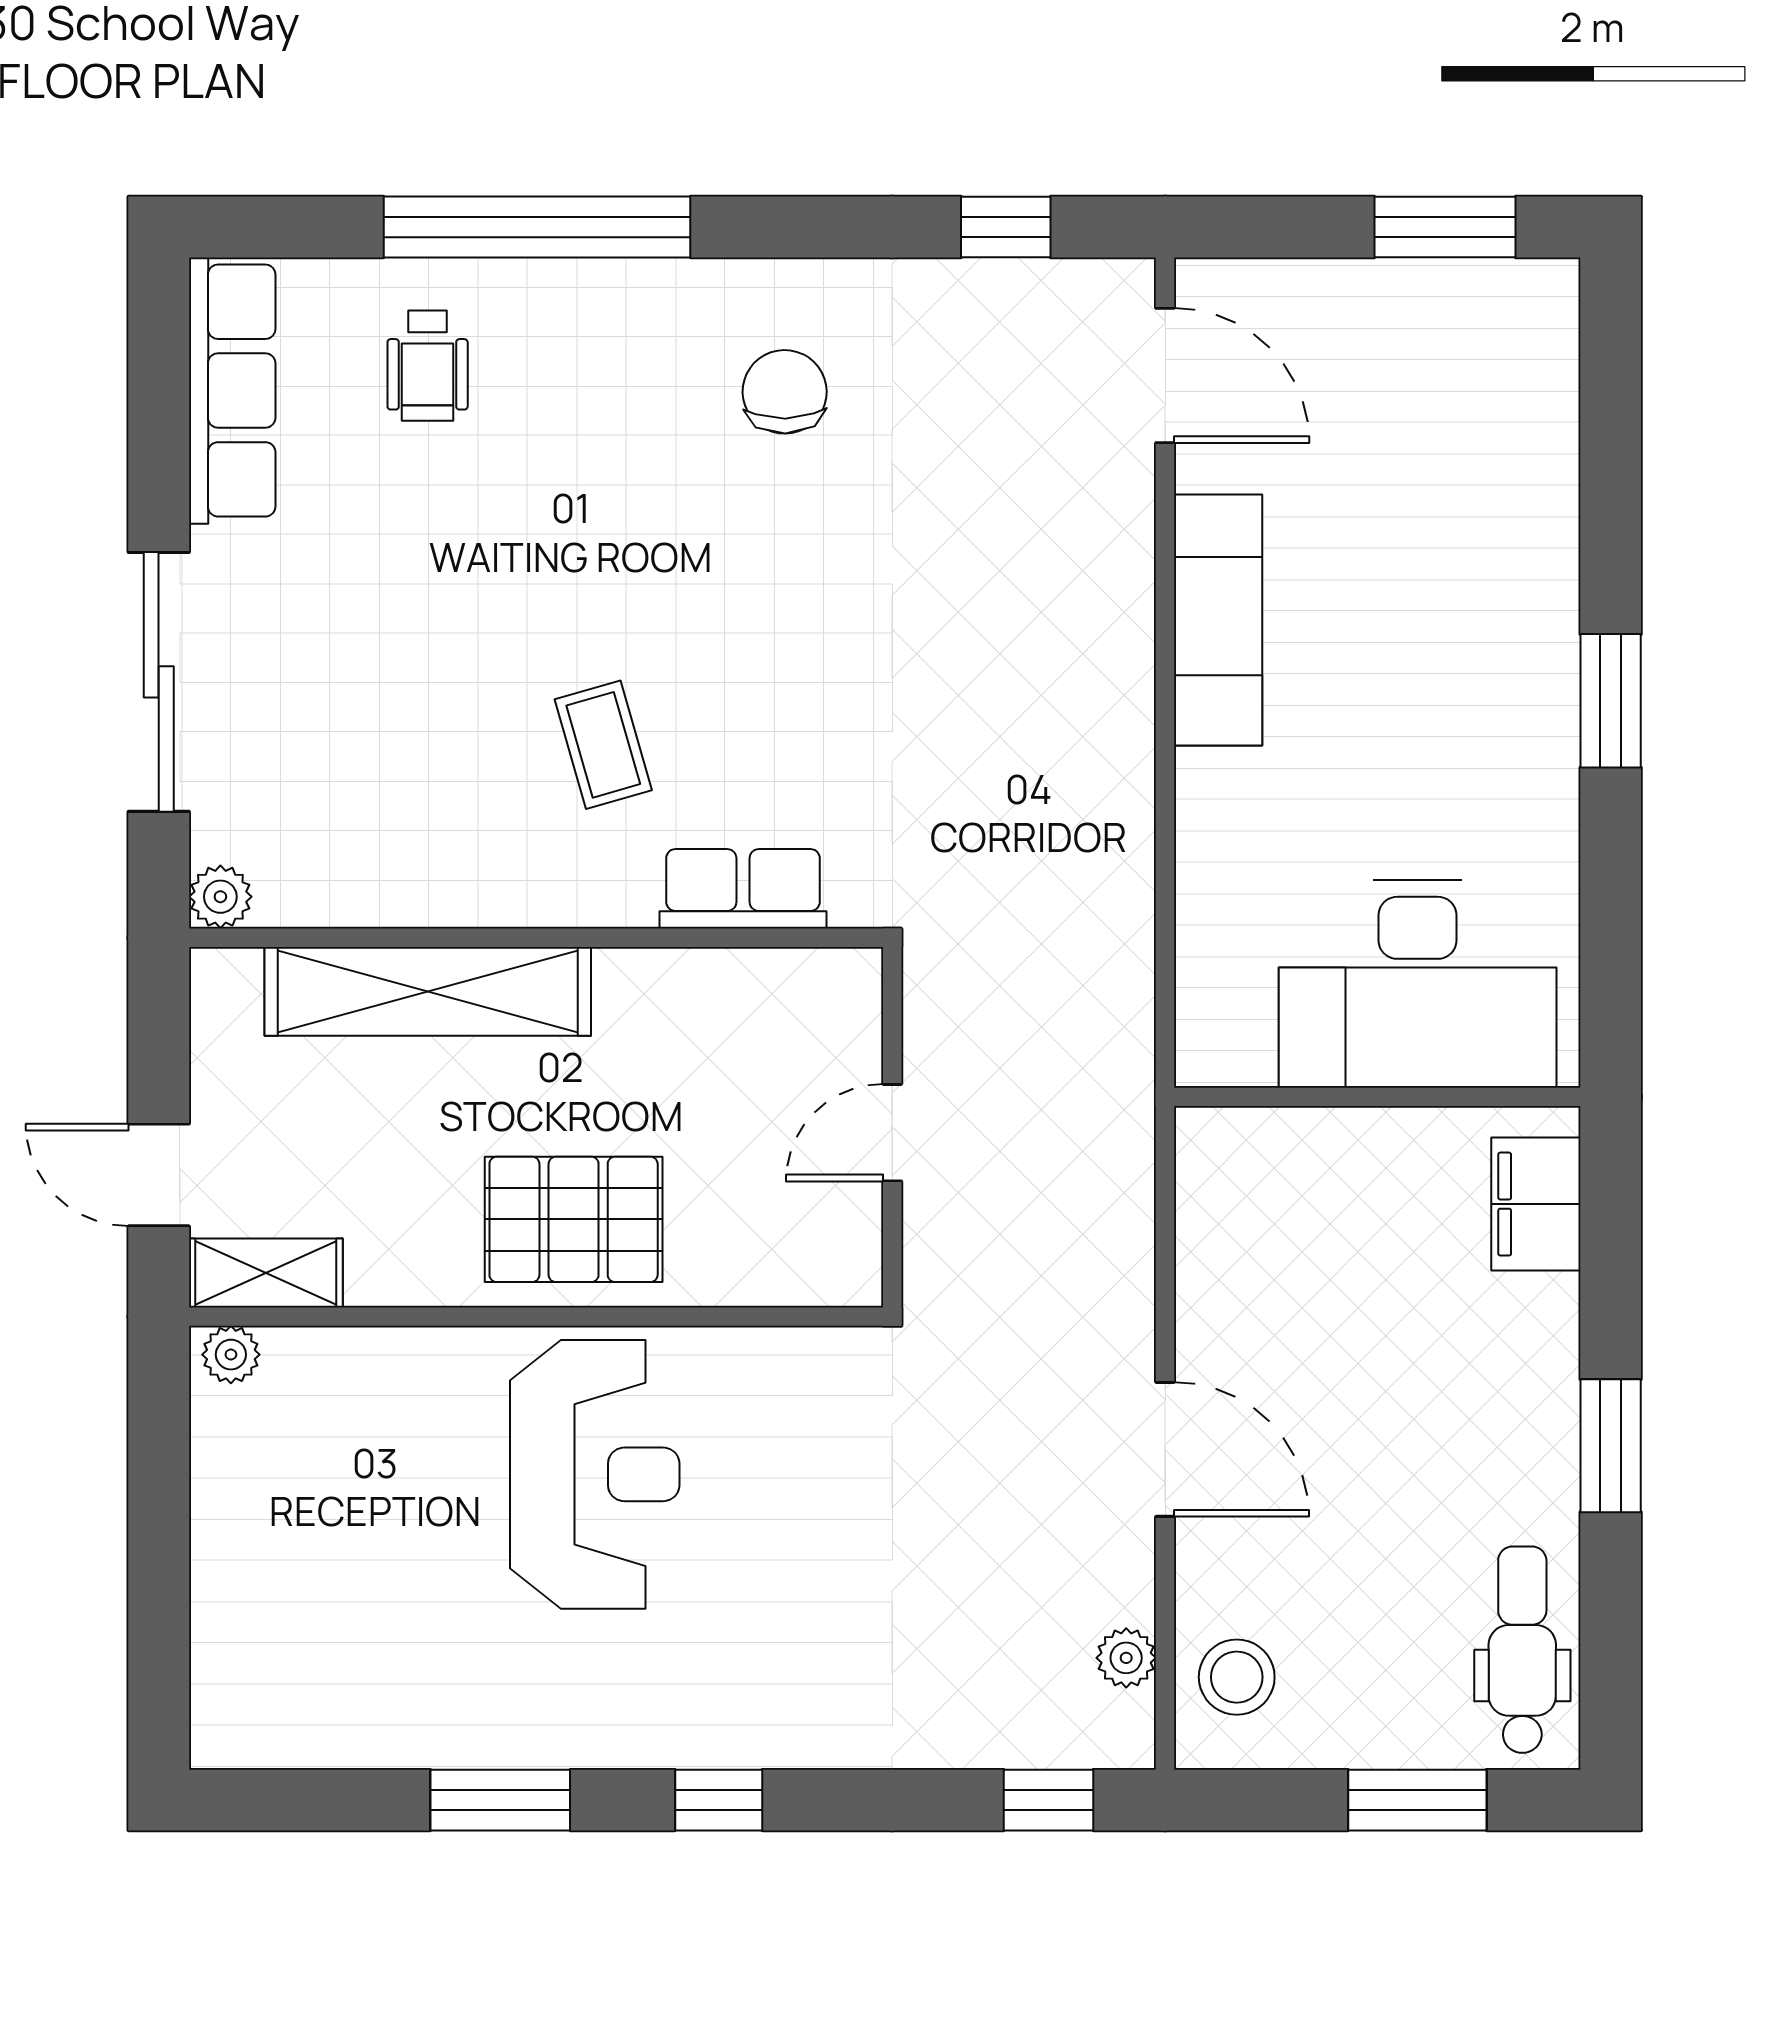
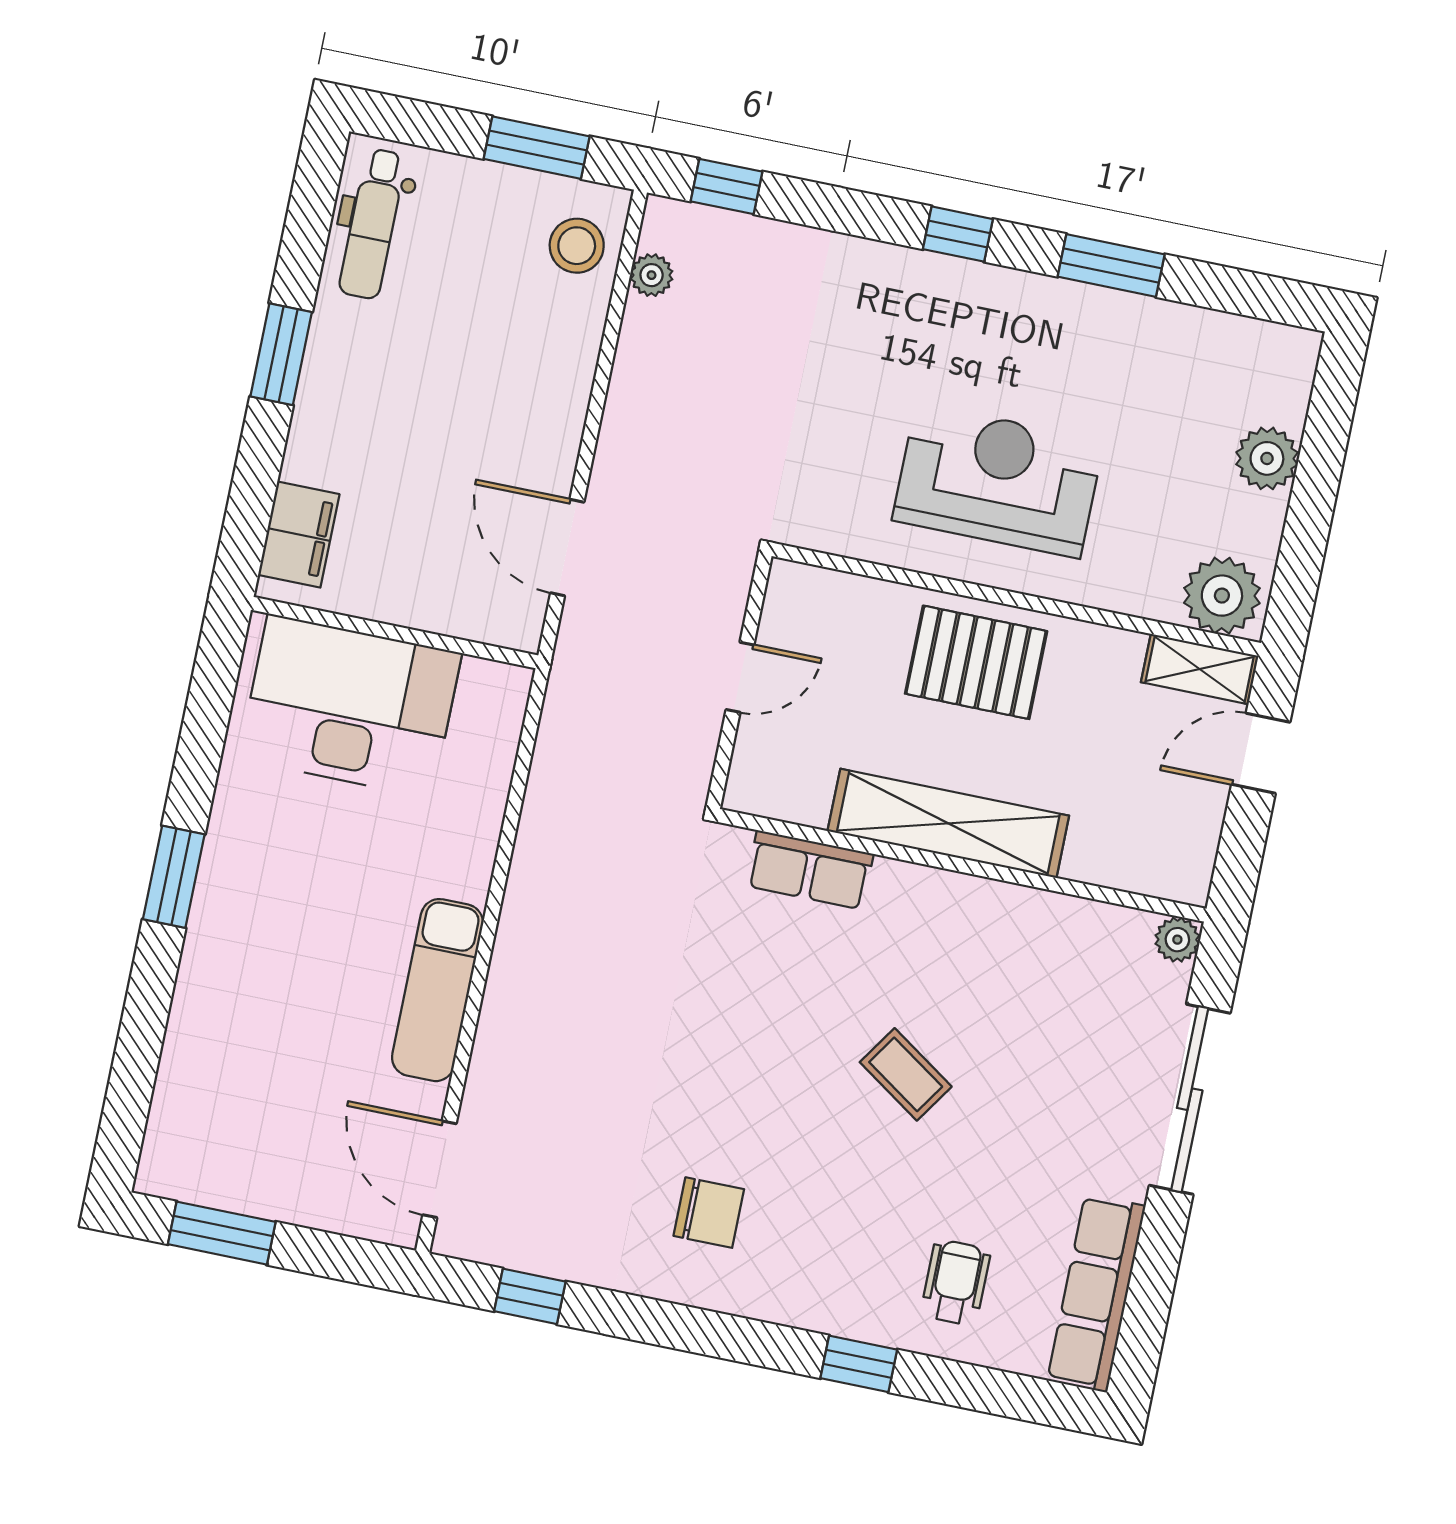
window: (537, 227) -> (859, 1364), width x0.32
chair: (785, 392) -> (709, 1213), turned -89
coffee table: (603, 745) -> (906, 1074), moved, turned -40
shelving: (428, 991) -> (948, 823), moved
door: (159, 1175) -> (1261, 753), swing flipped
plant: (231, 1355) -> (1222, 596), width x1.88, depth x1.88
door: (1165, 1449) -> (567, 547), moved
reception desk: (595, 1474) -> (998, 480), turned 90
plant: (233, 1580) -> (1267, 458), added
window: (1417, 1800) -> (537, 148), moved

